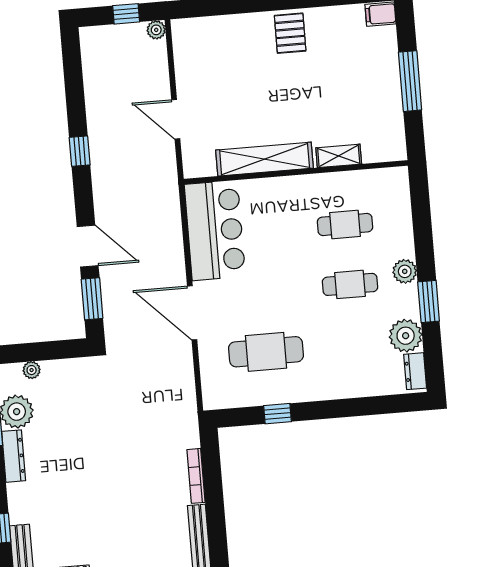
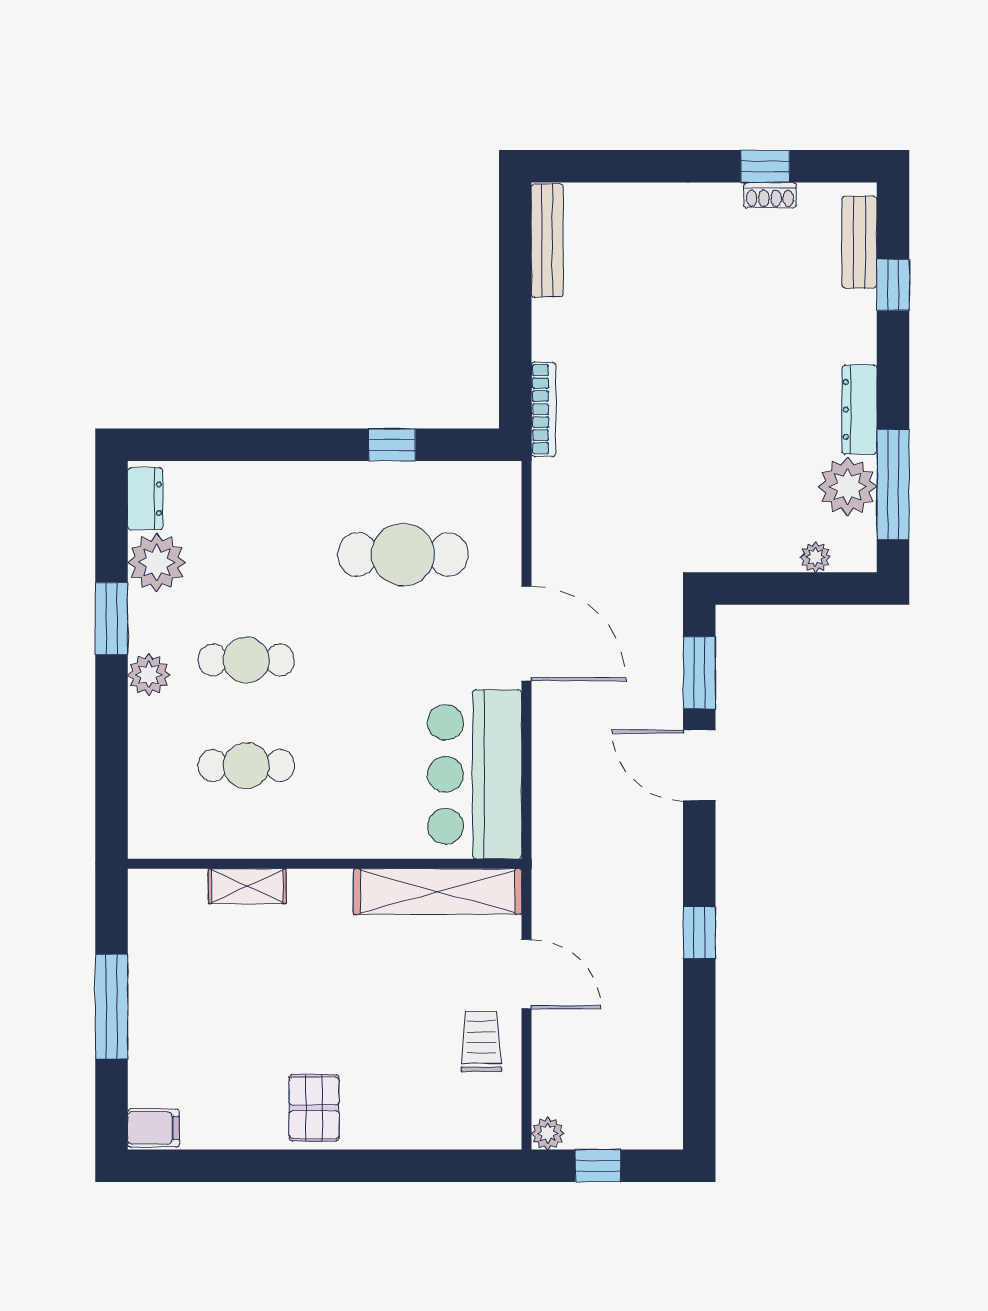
trolley: (198, 79) -> (481, 1041), added
shelving: (265, 159) -> (438, 892), moved
bookcase: (196, 476) -> (543, 409), moved

